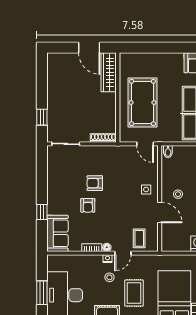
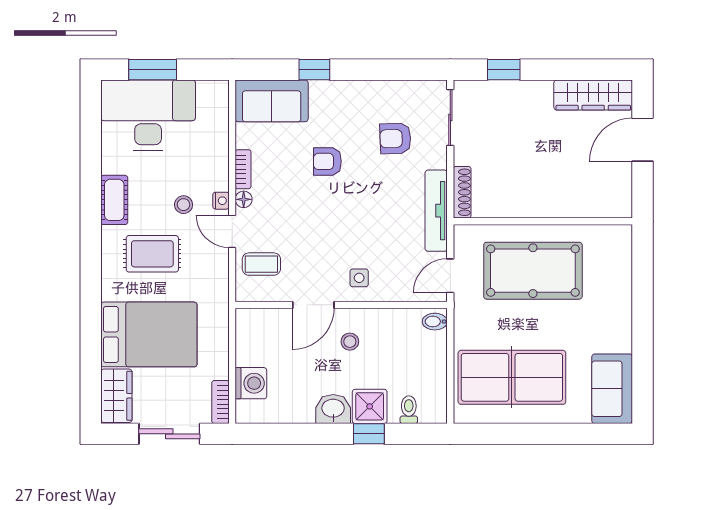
door: (89, 48) -> (643, 140), moved
wardrobe: (109, 72) -> (593, 95), moved, turned 180
tv unit: (112, 151) -> (436, 211), added
armchair: (95, 183) -> (395, 138), moved, turned -92

